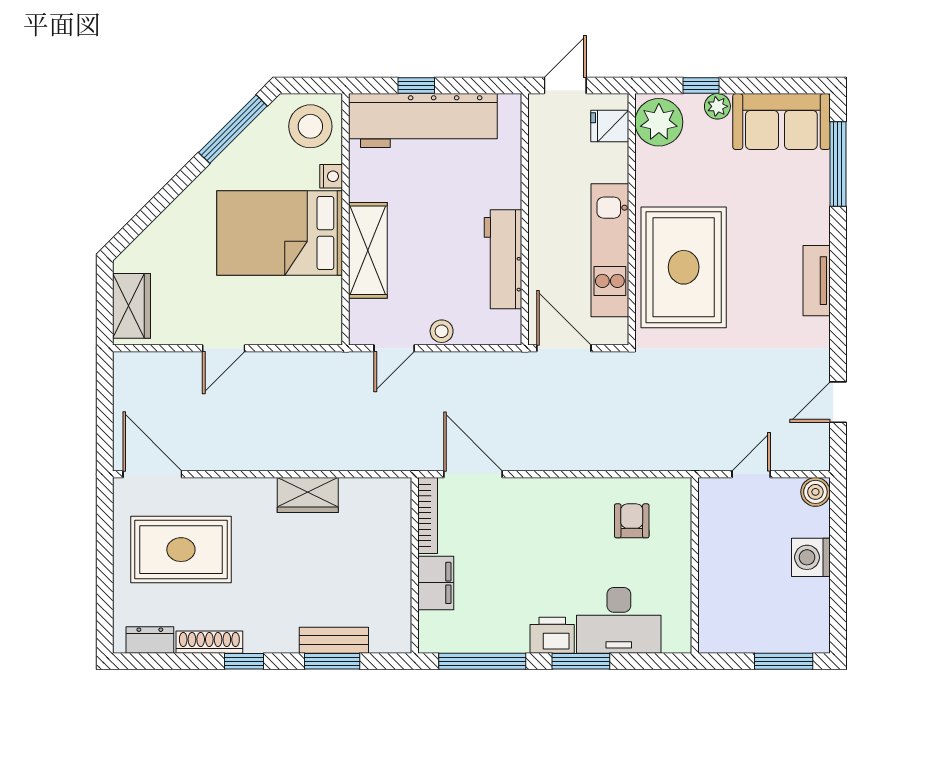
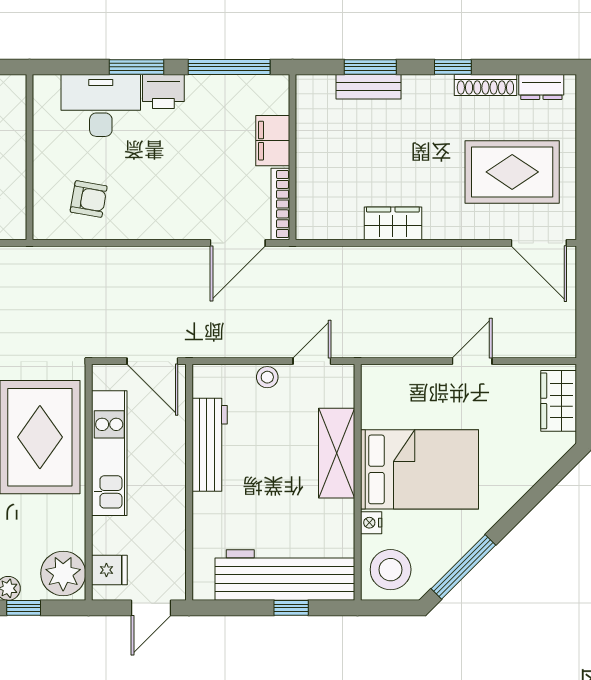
door: (473, 474) -> (238, 243), hinge flipped
armchair: (632, 521) -> (89, 199), turned -80

